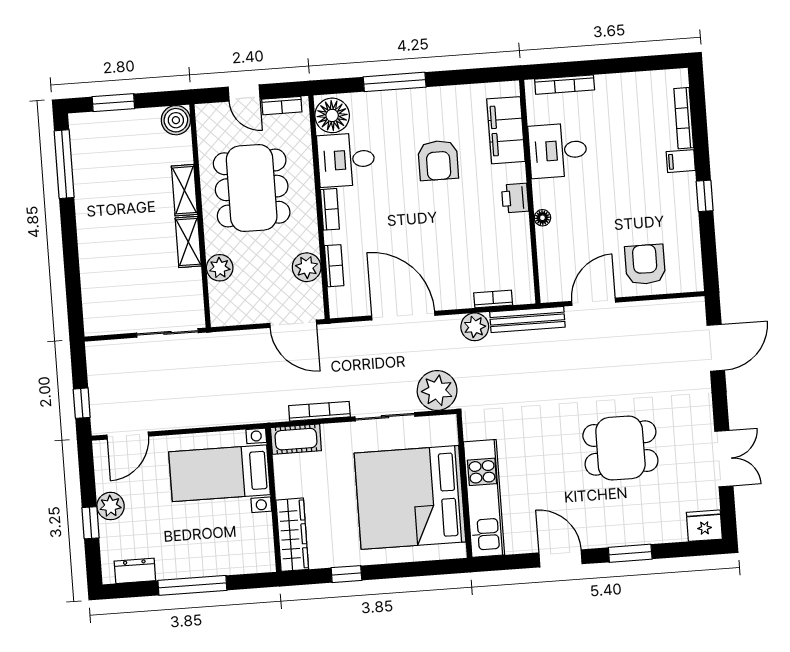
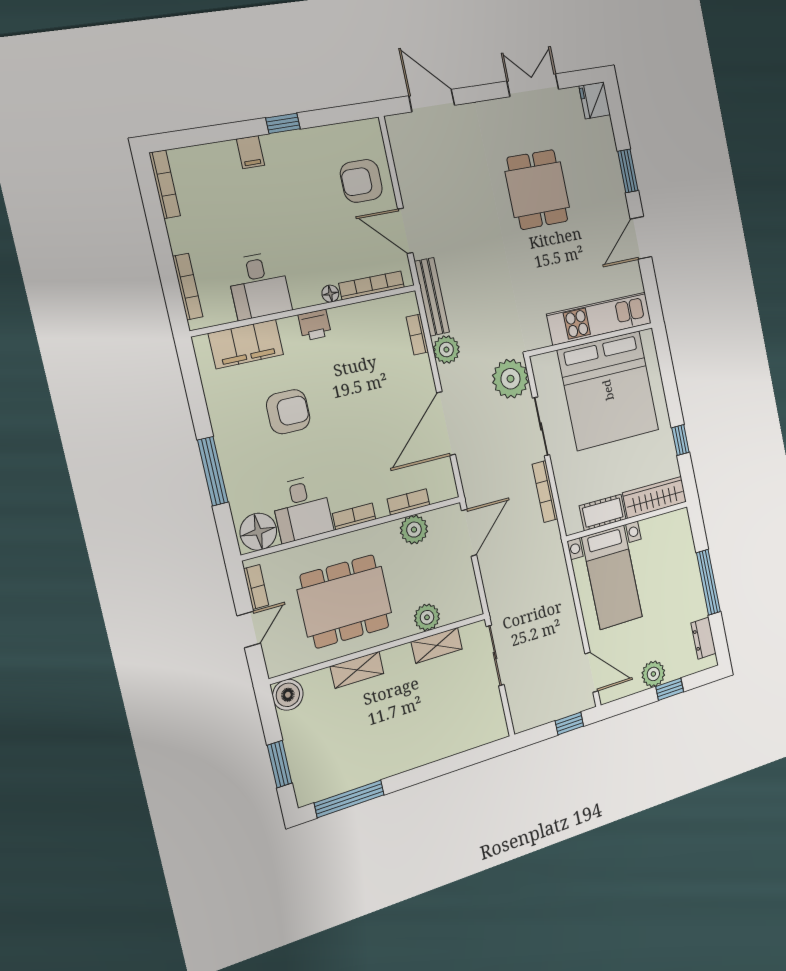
bookcase: (684, 118) -> (165, 184), moved, turned -90
shelving: (188, 242) -> (437, 645), moved
bookcase: (546, 260) -> (372, 285), added
cot: (296, 439) -> (603, 513), moved, turned 90

